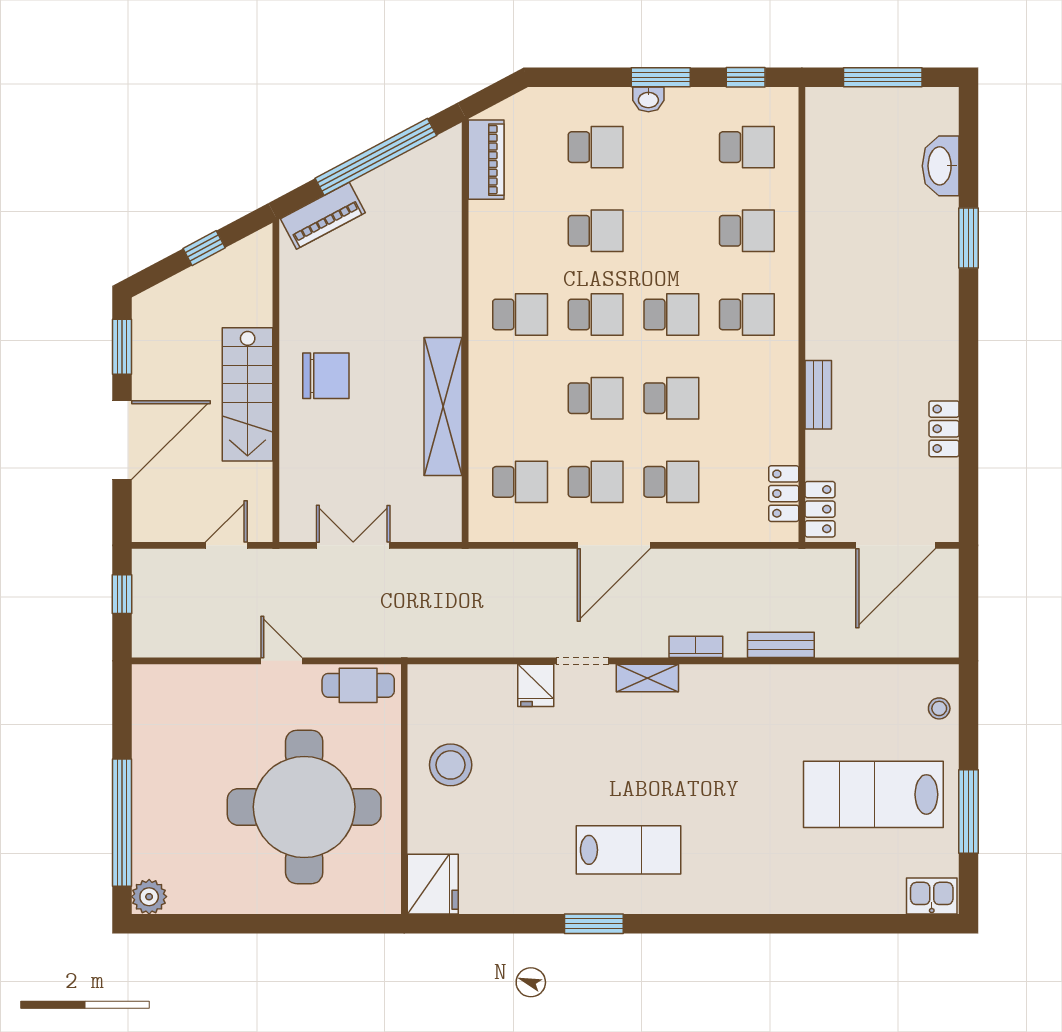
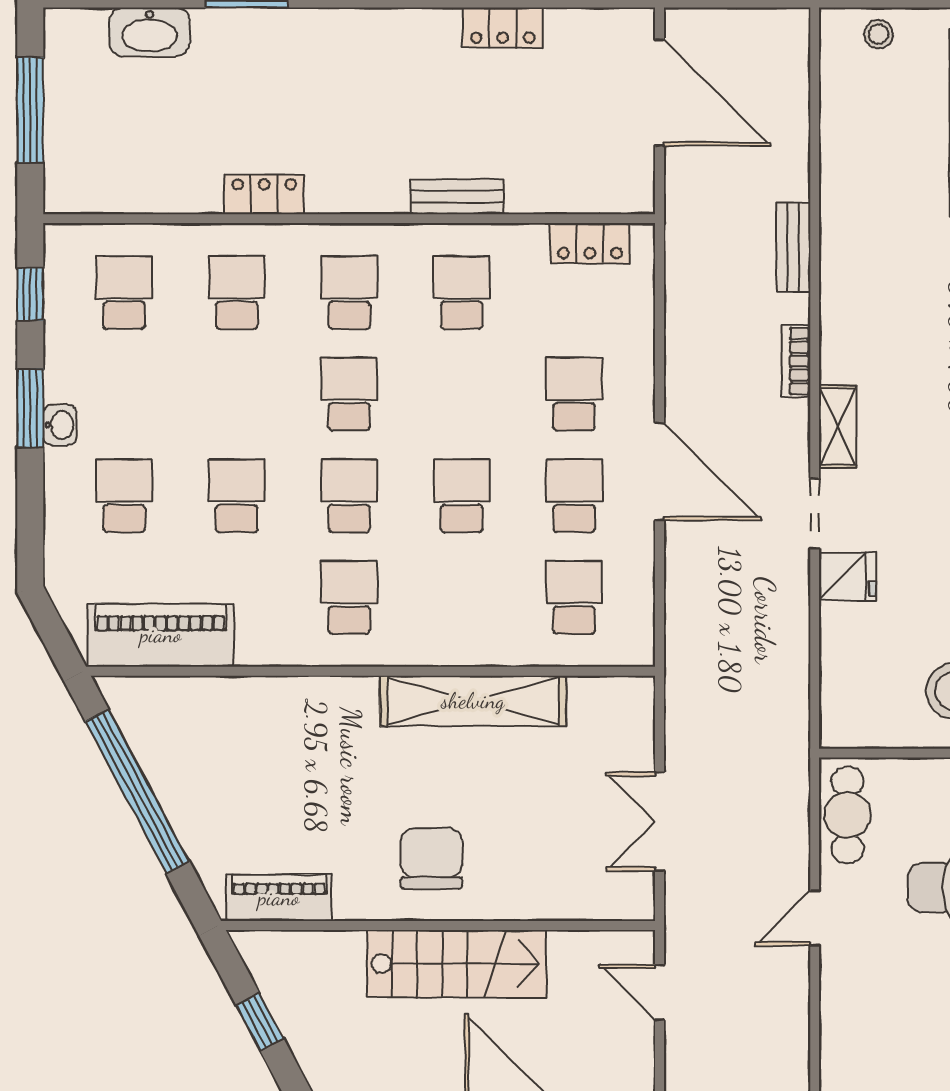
piano: (486, 160) -> (161, 635), width x1.37, depth x1.33
piano: (323, 216) -> (279, 898), moved, turned -62
school desk: (671, 398) -> (462, 293), moved
locker: (820, 509) -> (264, 194), moved

